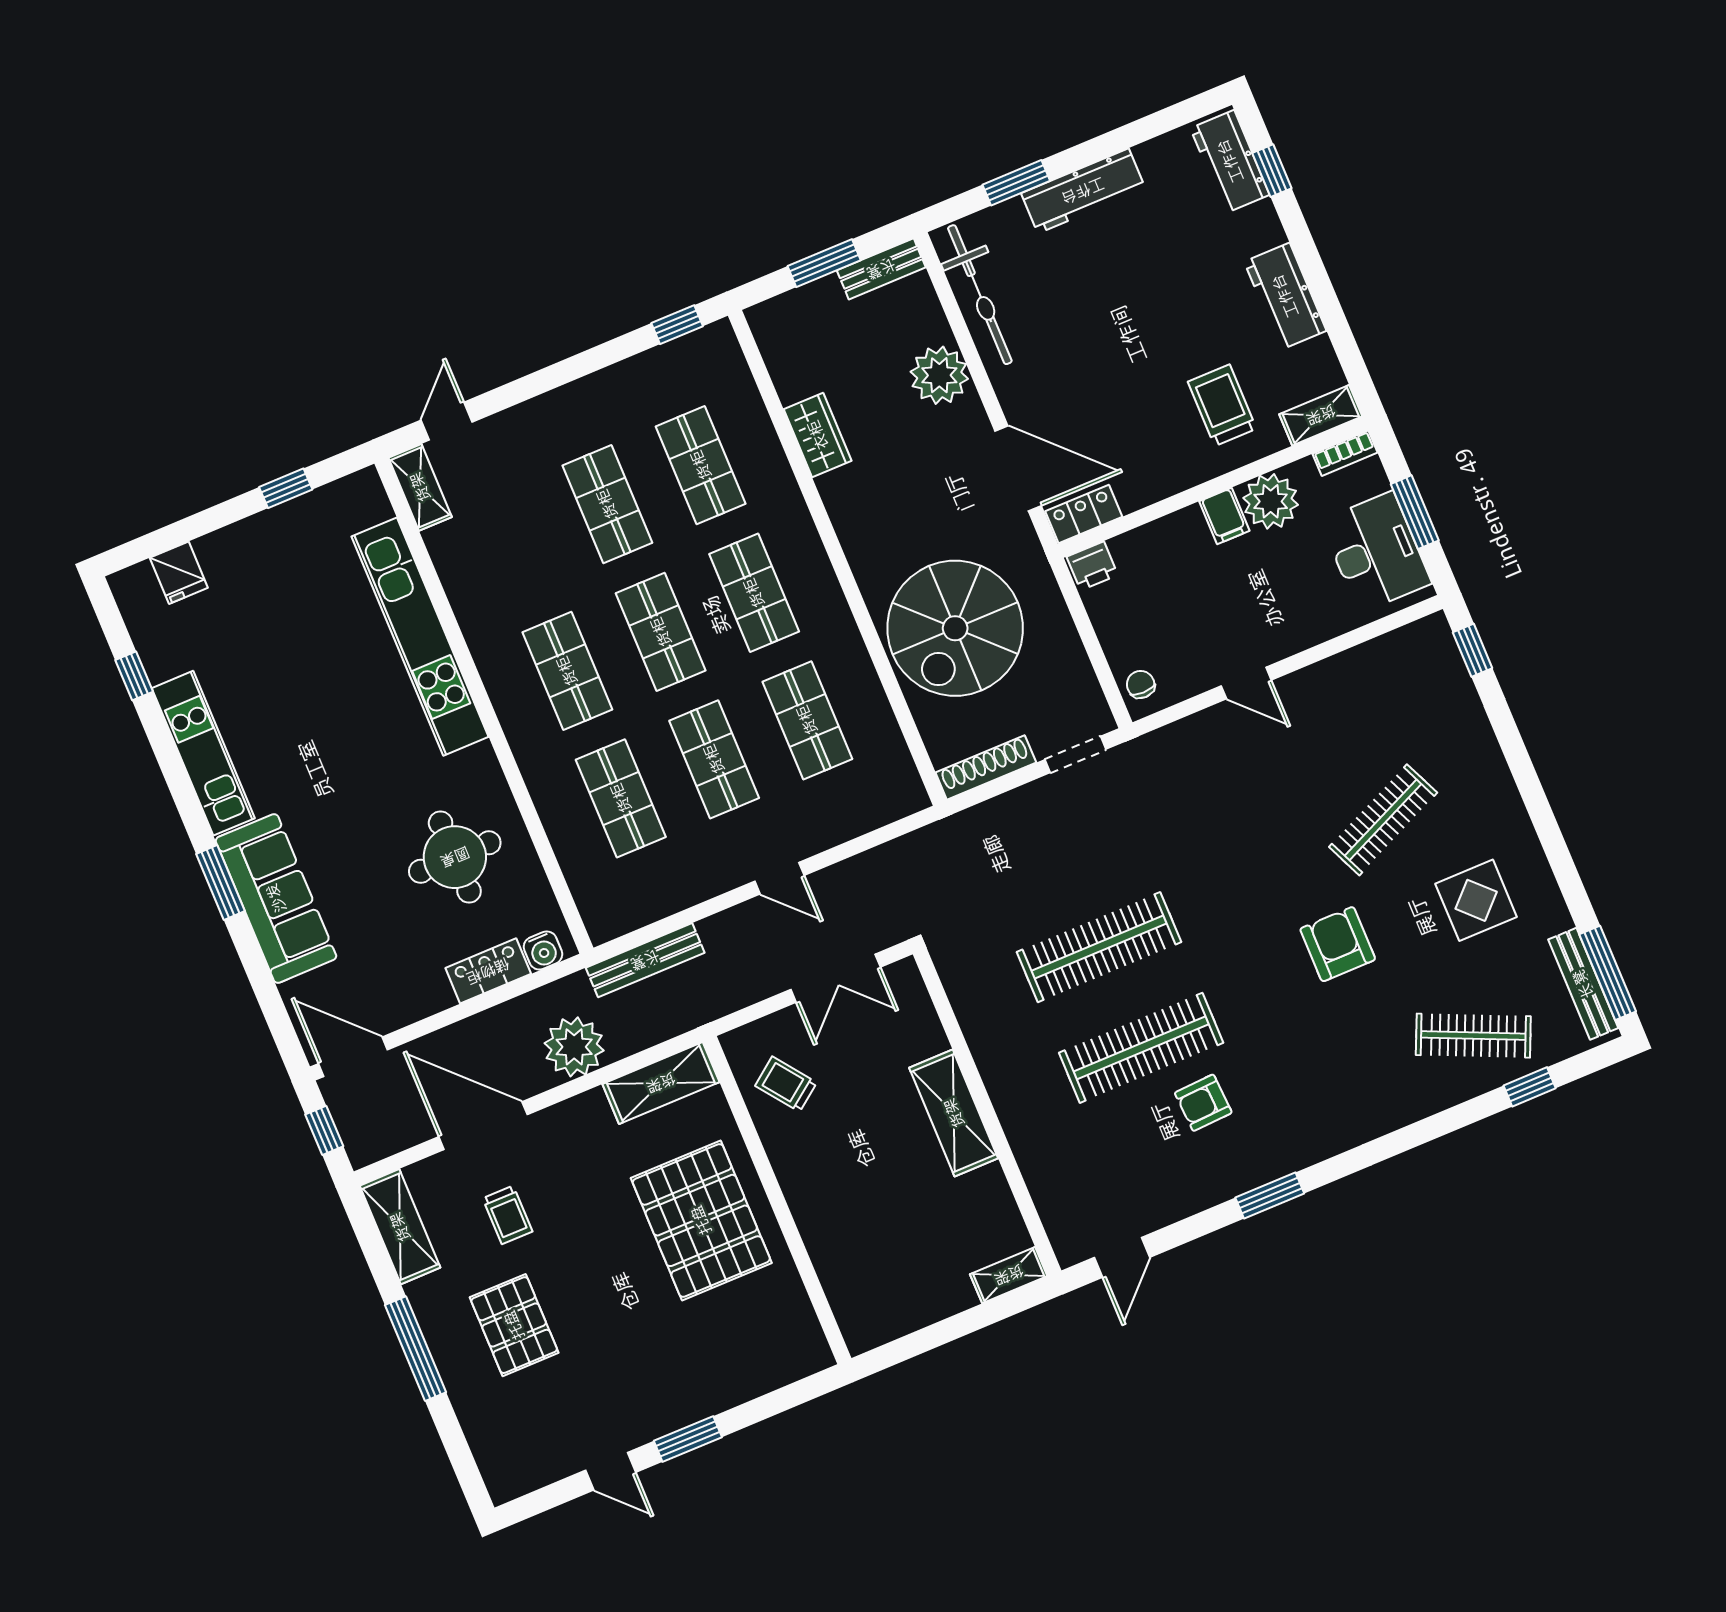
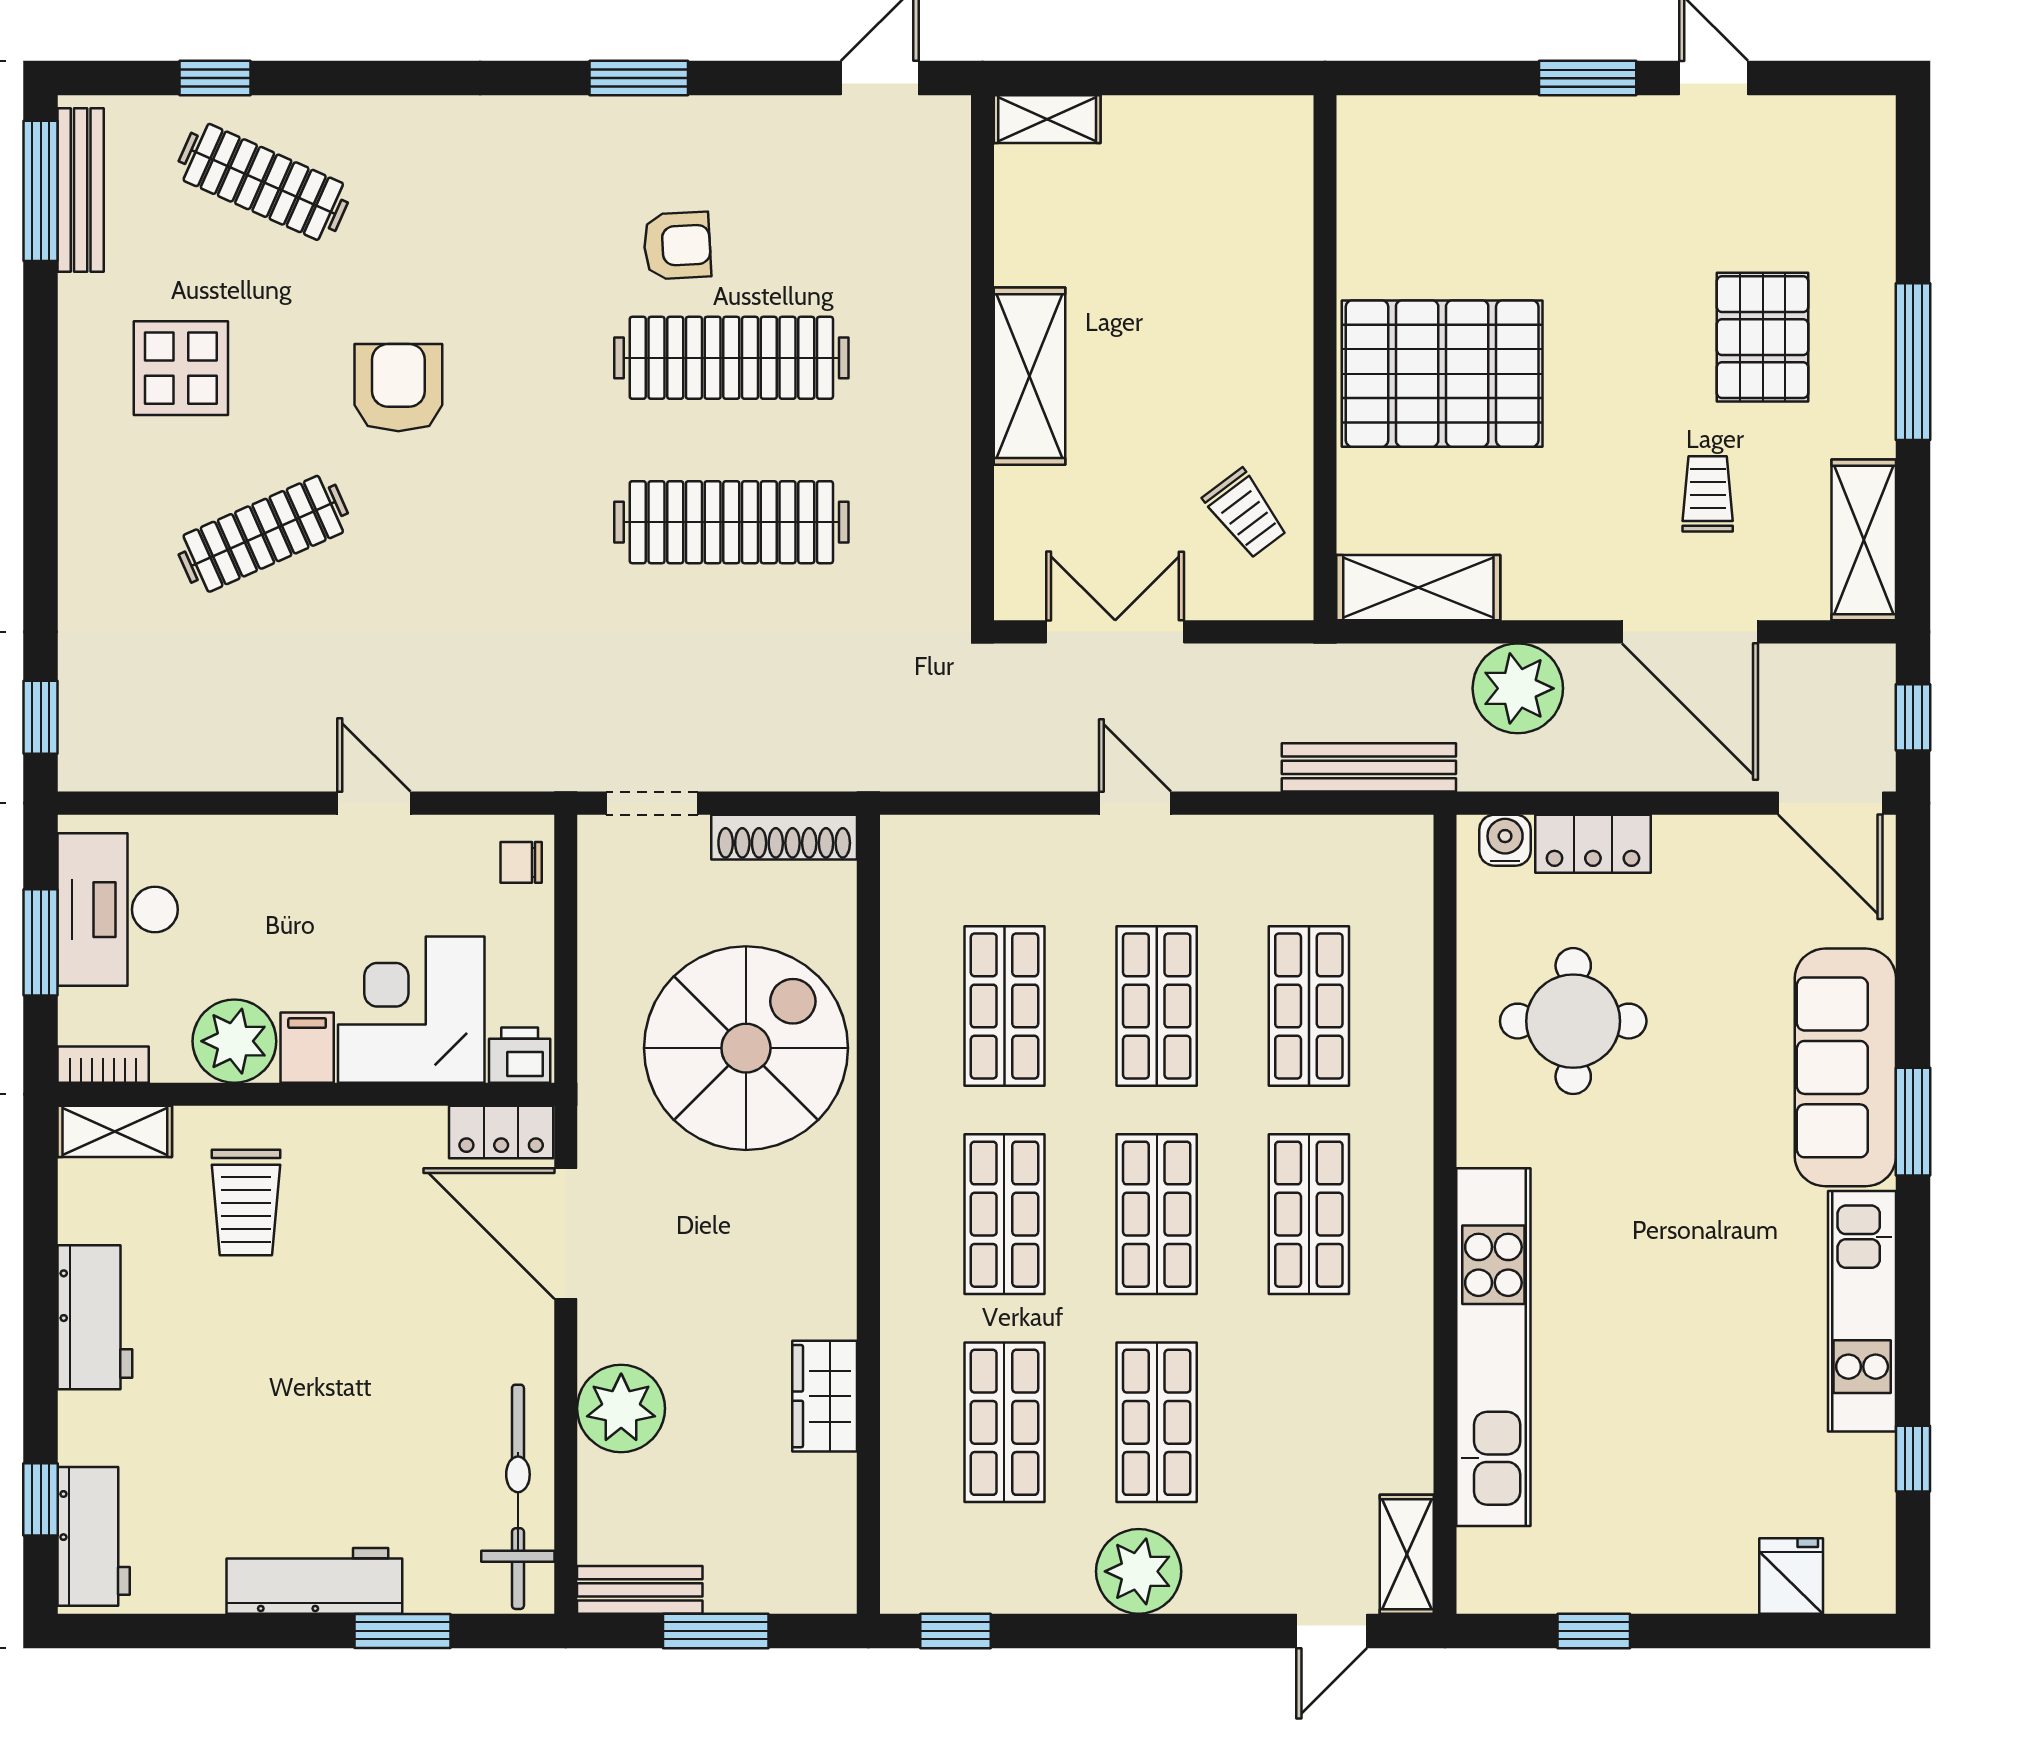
plant: (580, 408) -> (1139, 1571), added
corner desk: (1170, 566) -> (411, 1010), added
chair: (1141, 684) -> (521, 862), turned 90
armchair: (1338, 944) -> (398, 388), turned 180
pallet: (701, 1220) -> (1442, 374), turned 90

